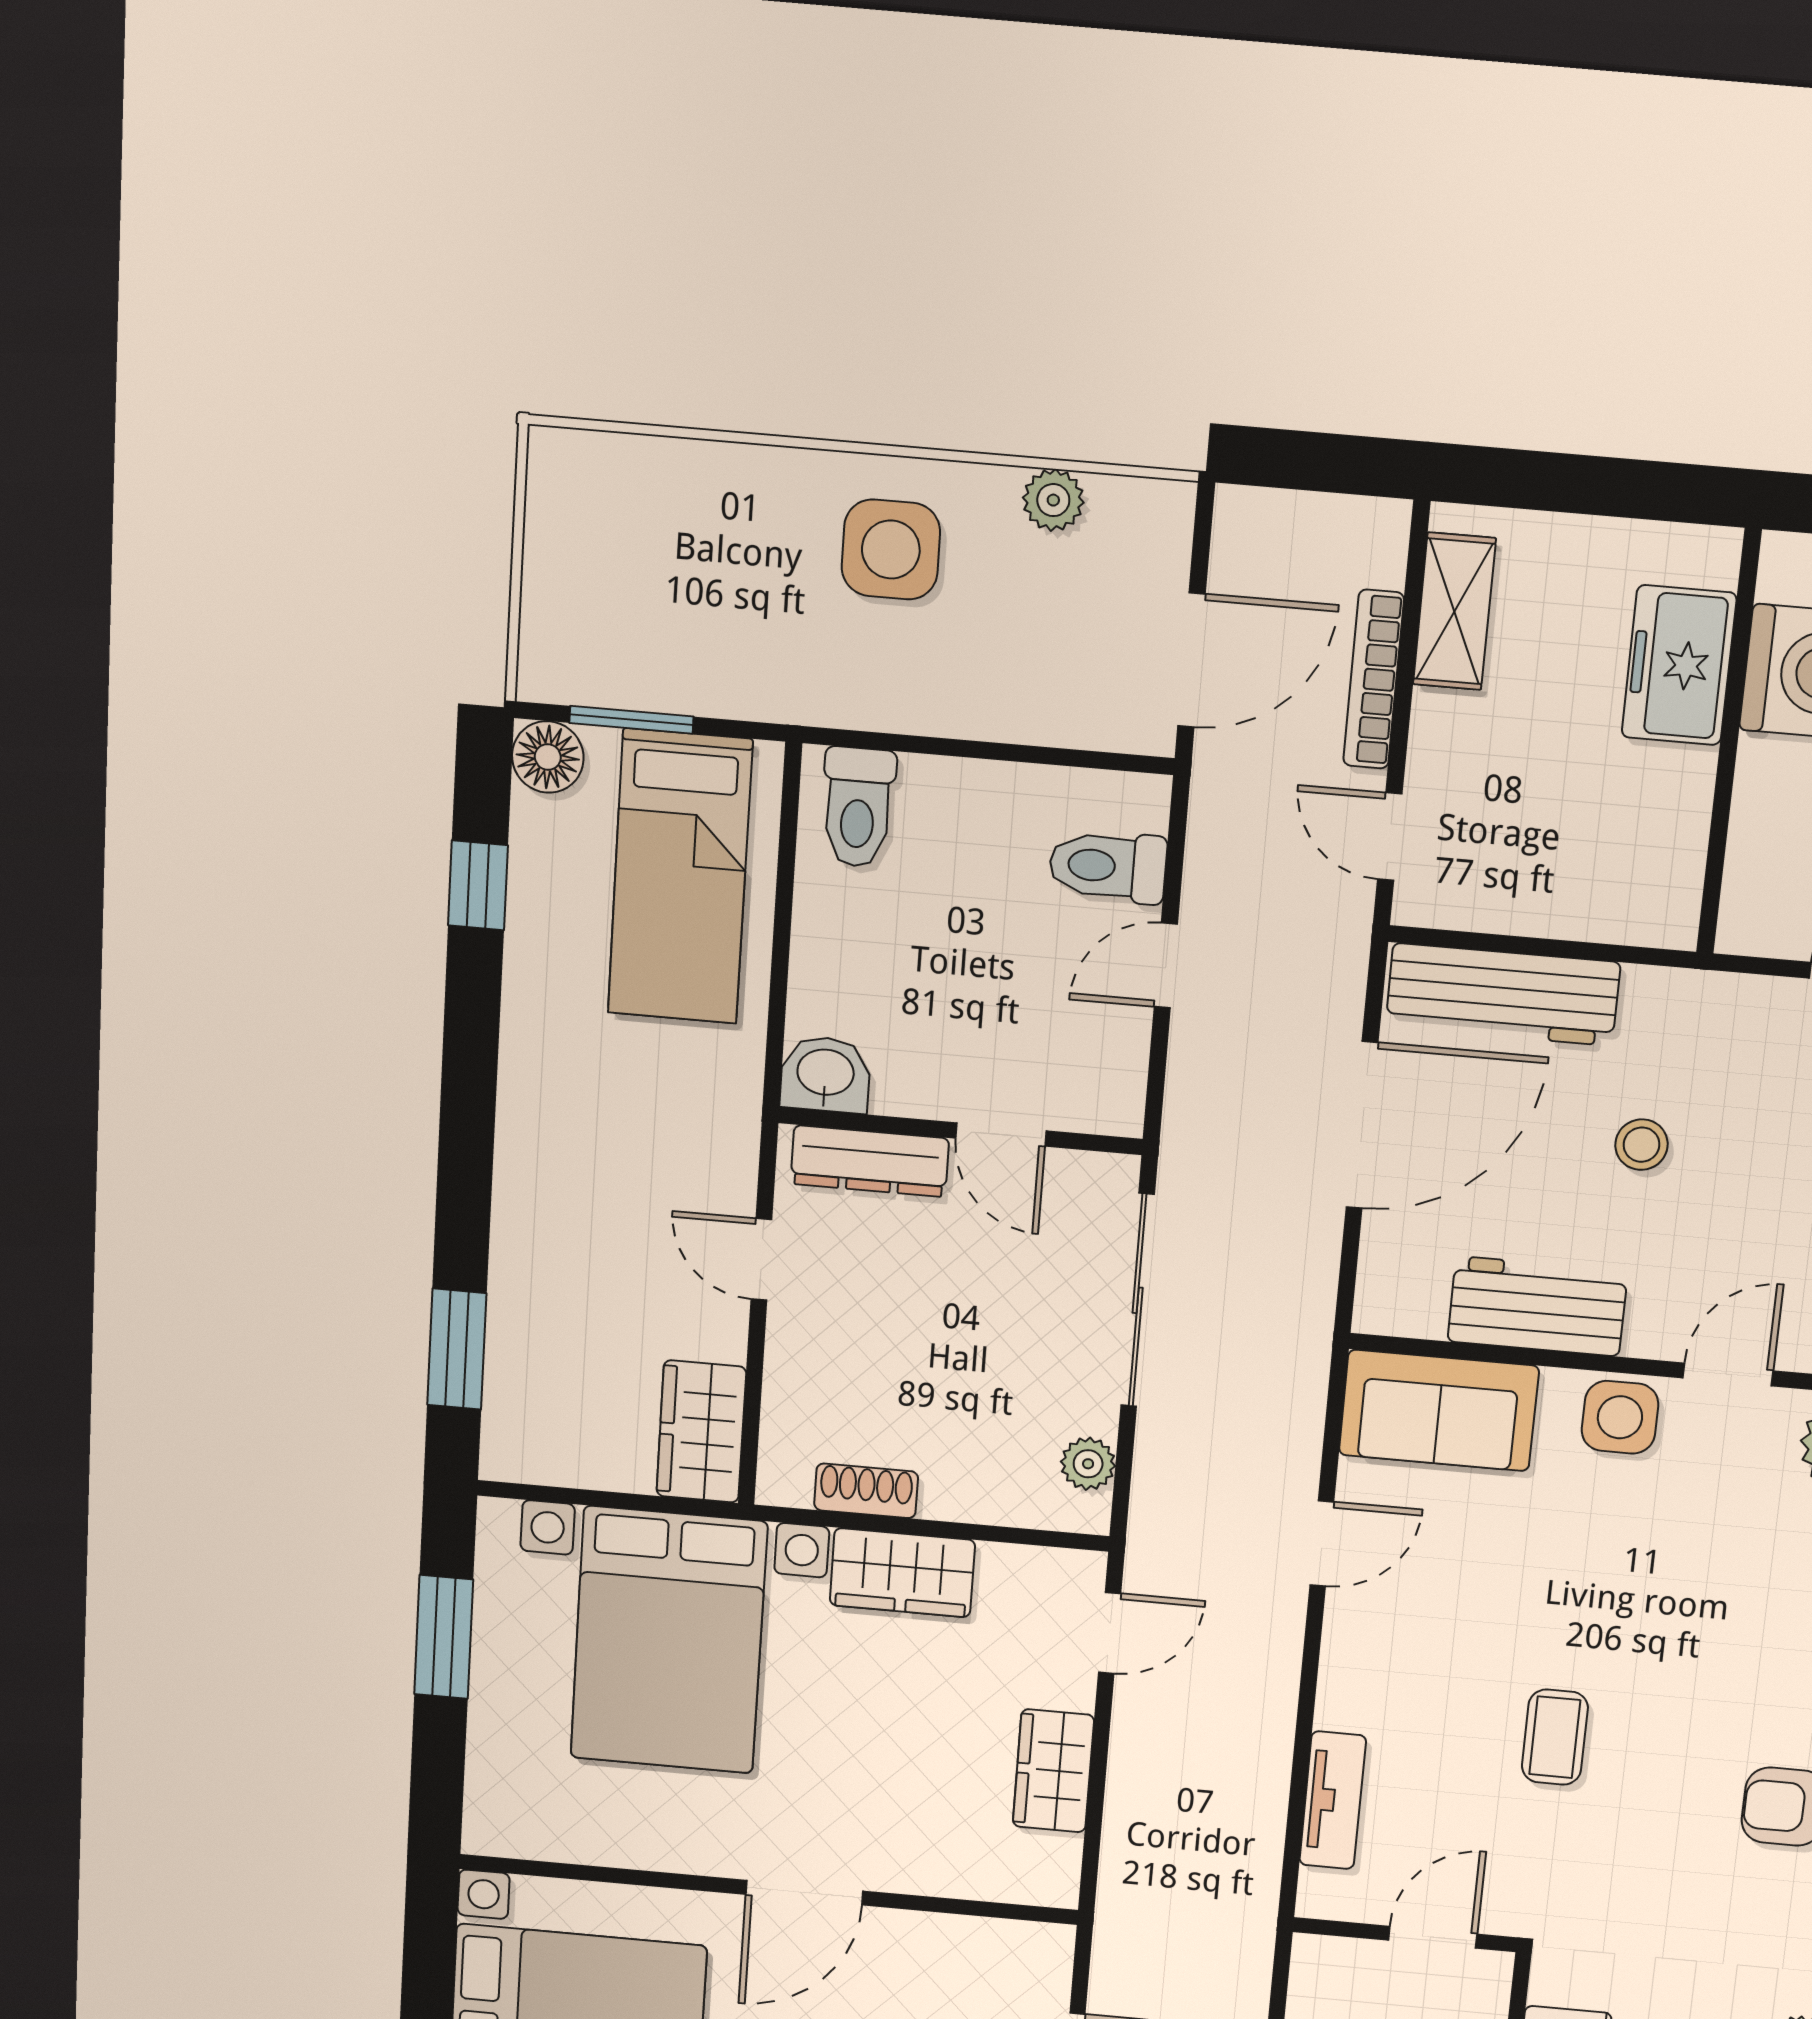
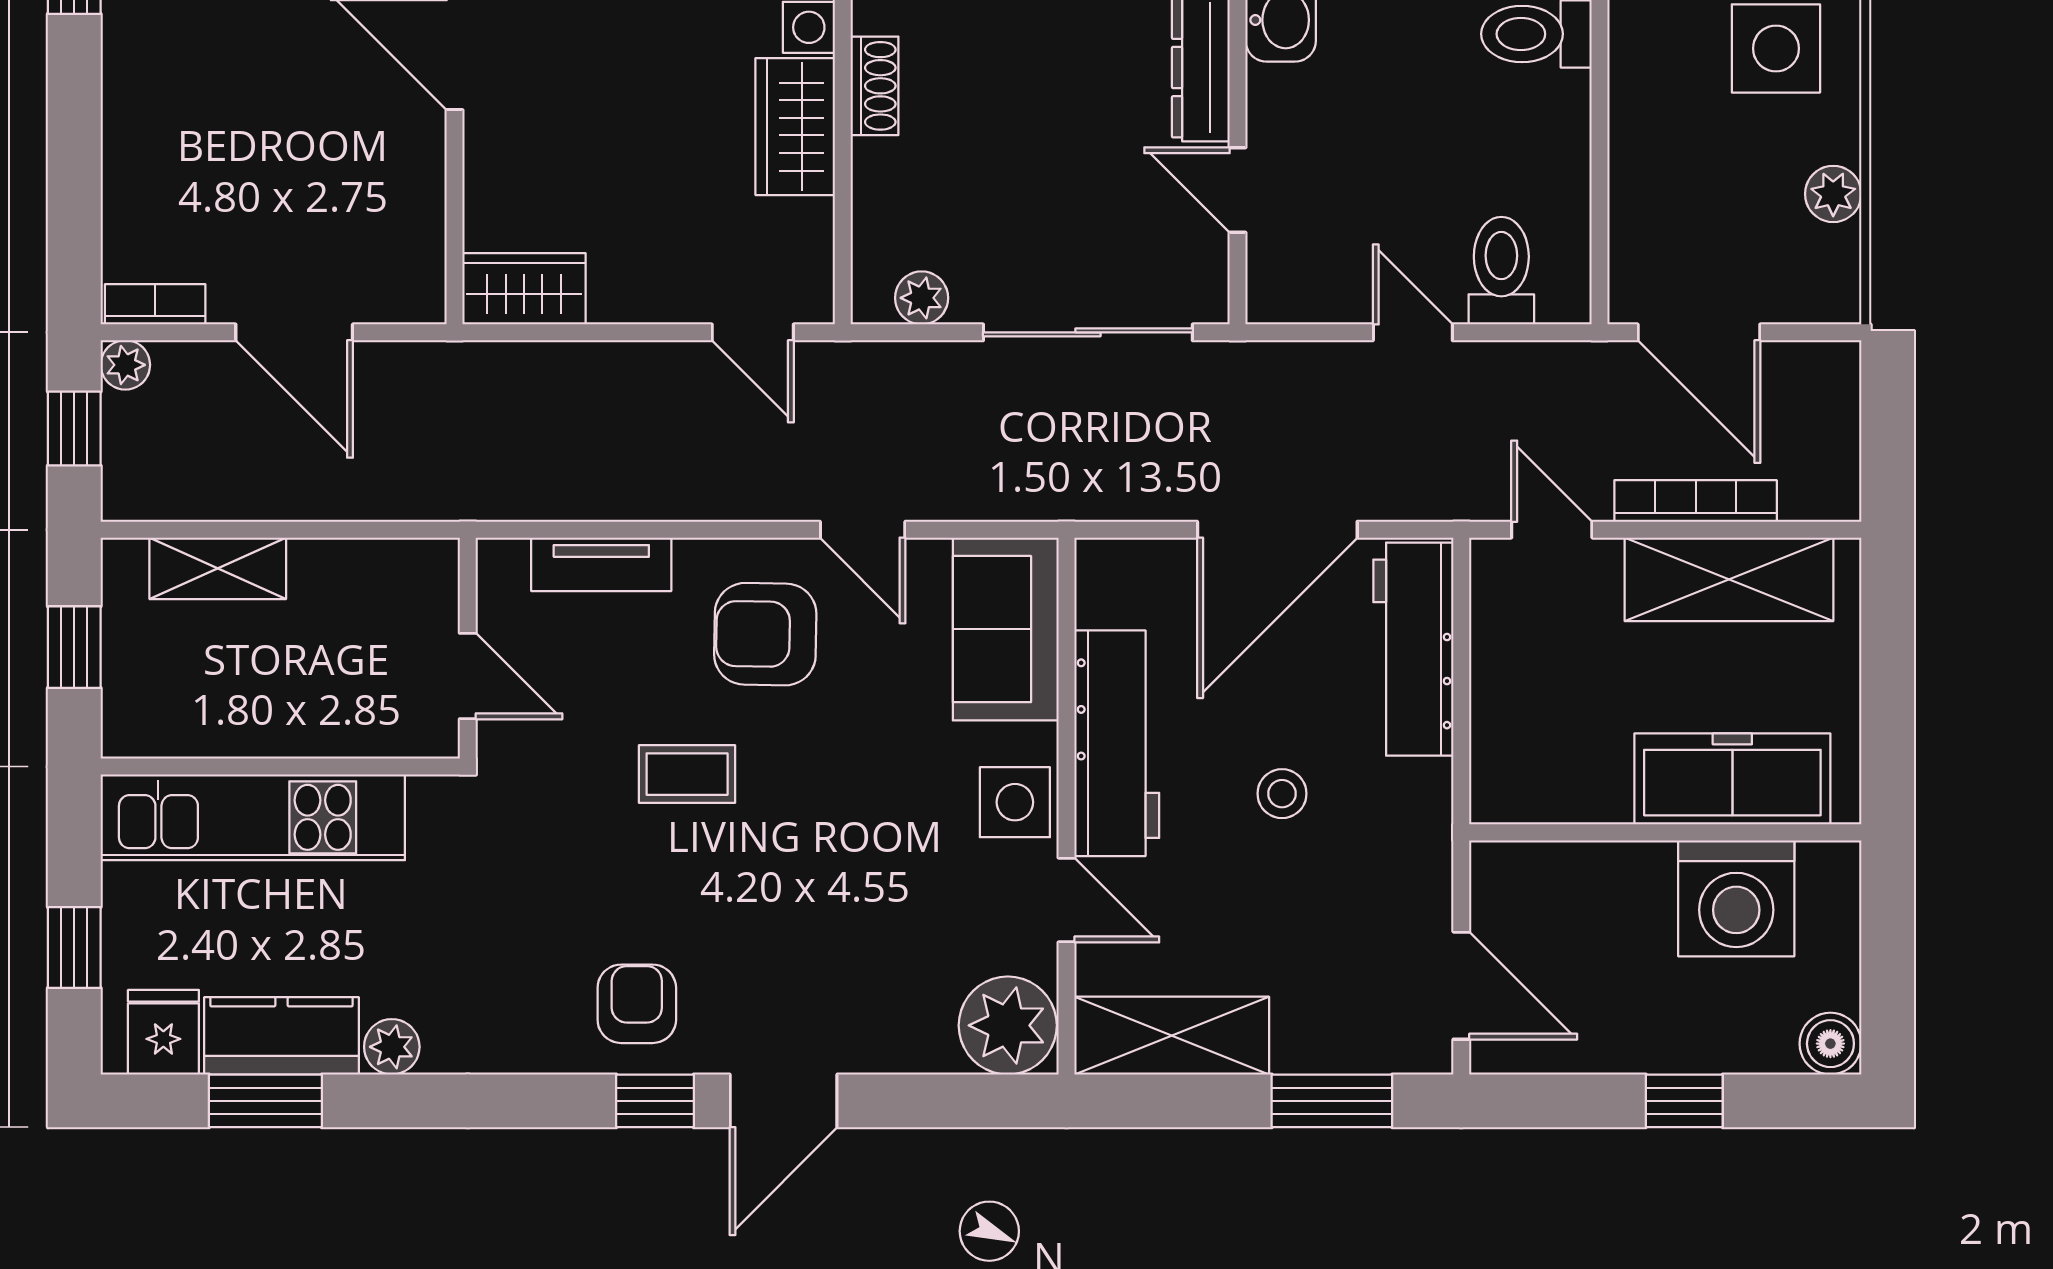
shelving: (1454, 611) -> (1729, 579), width x1.50, depth x1.33
freezer: (1679, 665) -> (1732, 779), width x1.40
door: (1390, 837) -> (1552, 530), hinge flipped
door: (1362, 1125) -> (1277, 530), hinge flipped
door: (1001, 1135) -> (1238, 190), hinge flipped
workbench: (1538, 1306) -> (1117, 743), width x1.38
armchair: (1420, 1648) -> (765, 634), added
wardrobe: (1053, 1771) -> (524, 289), moved

